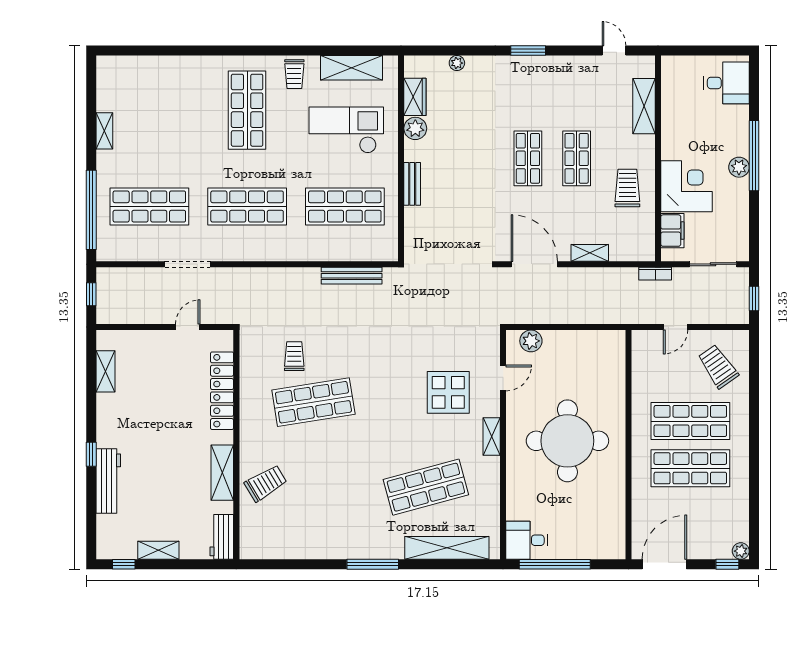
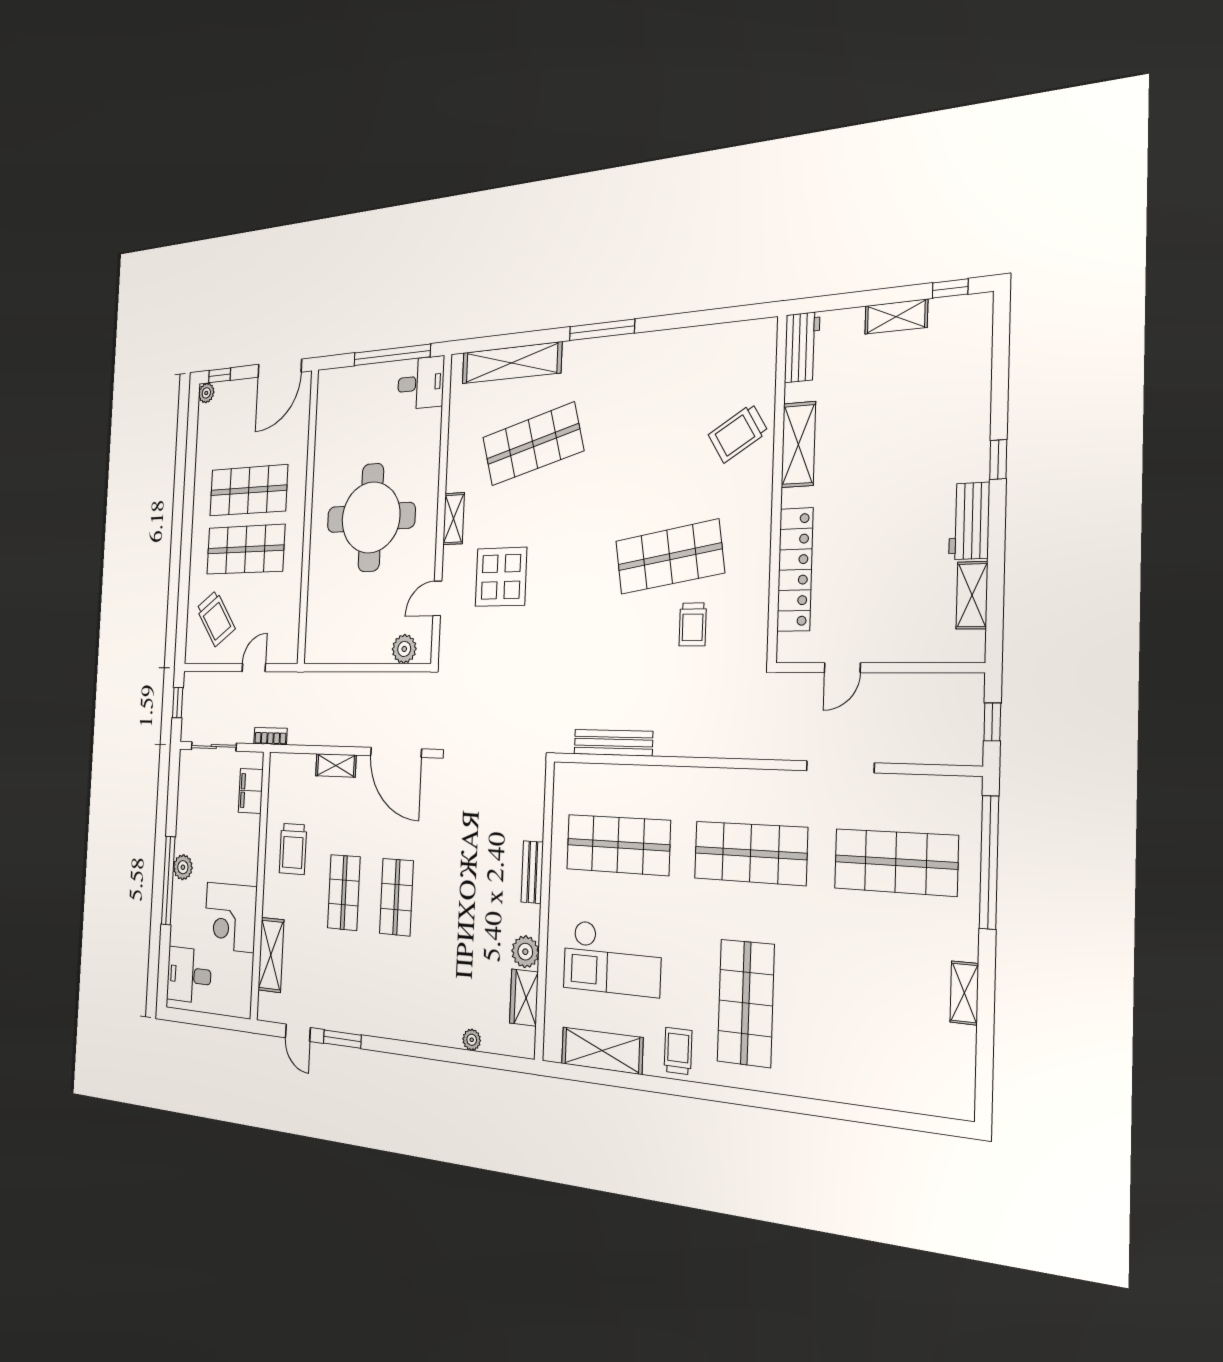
window: (528, 50) -> (342, 1039), moved
corner desk: (687, 186) -> (230, 917), moved
workbench: (108, 481) -> (969, 521), moved, width x0.73

